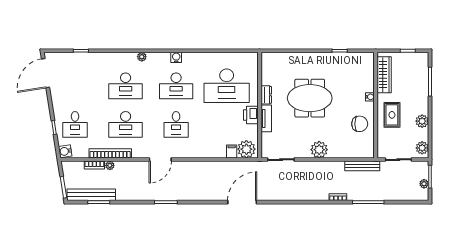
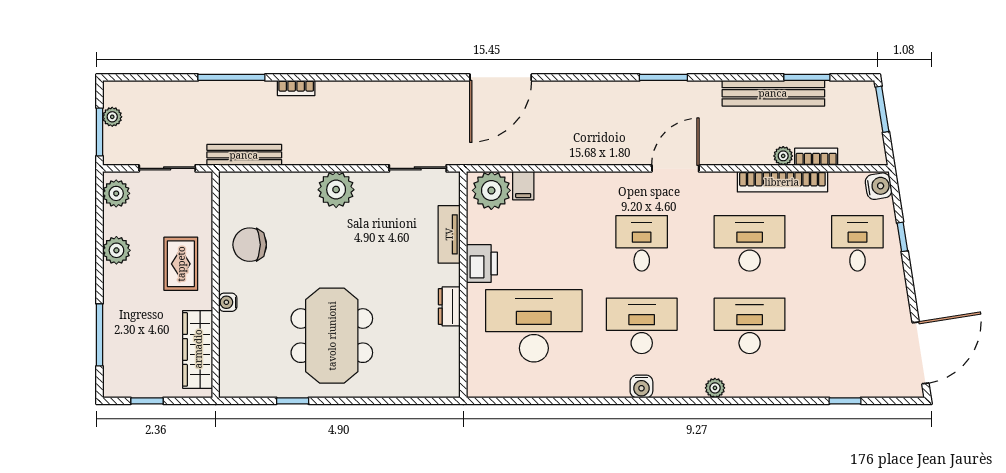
meeting table: (310, 98) -> (332, 336), moved, turned 90
tv unit: (266, 118) -> (449, 234), moved
bench: (91, 195) -> (773, 93), moved

